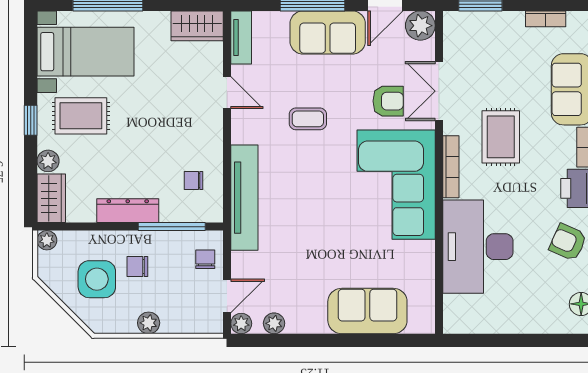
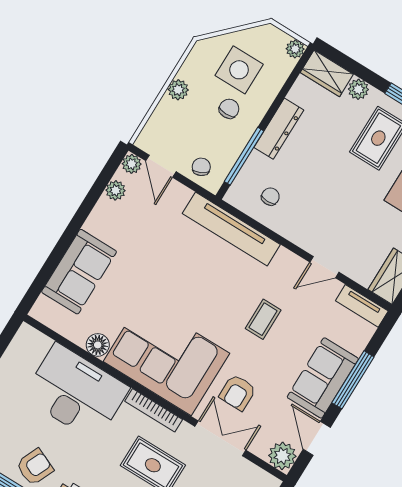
floor lamp: (423, 253) -> (98, 345), added
chair: (205, 259) -> (201, 167), turned -116

